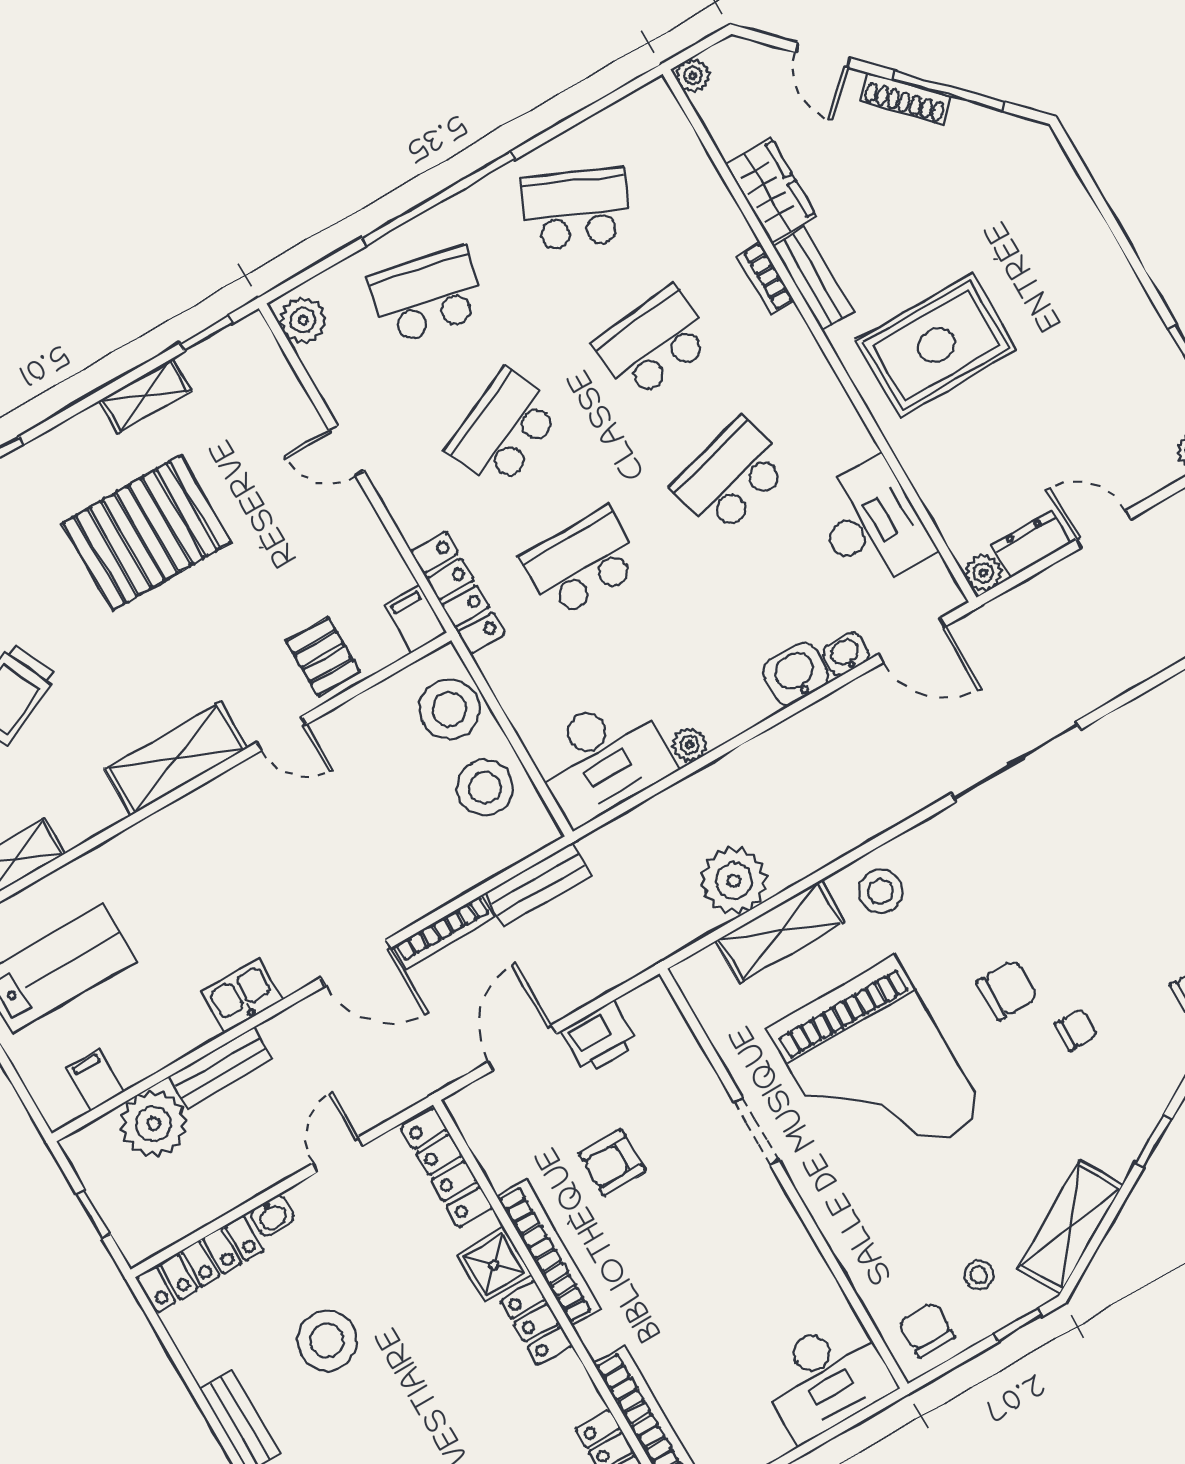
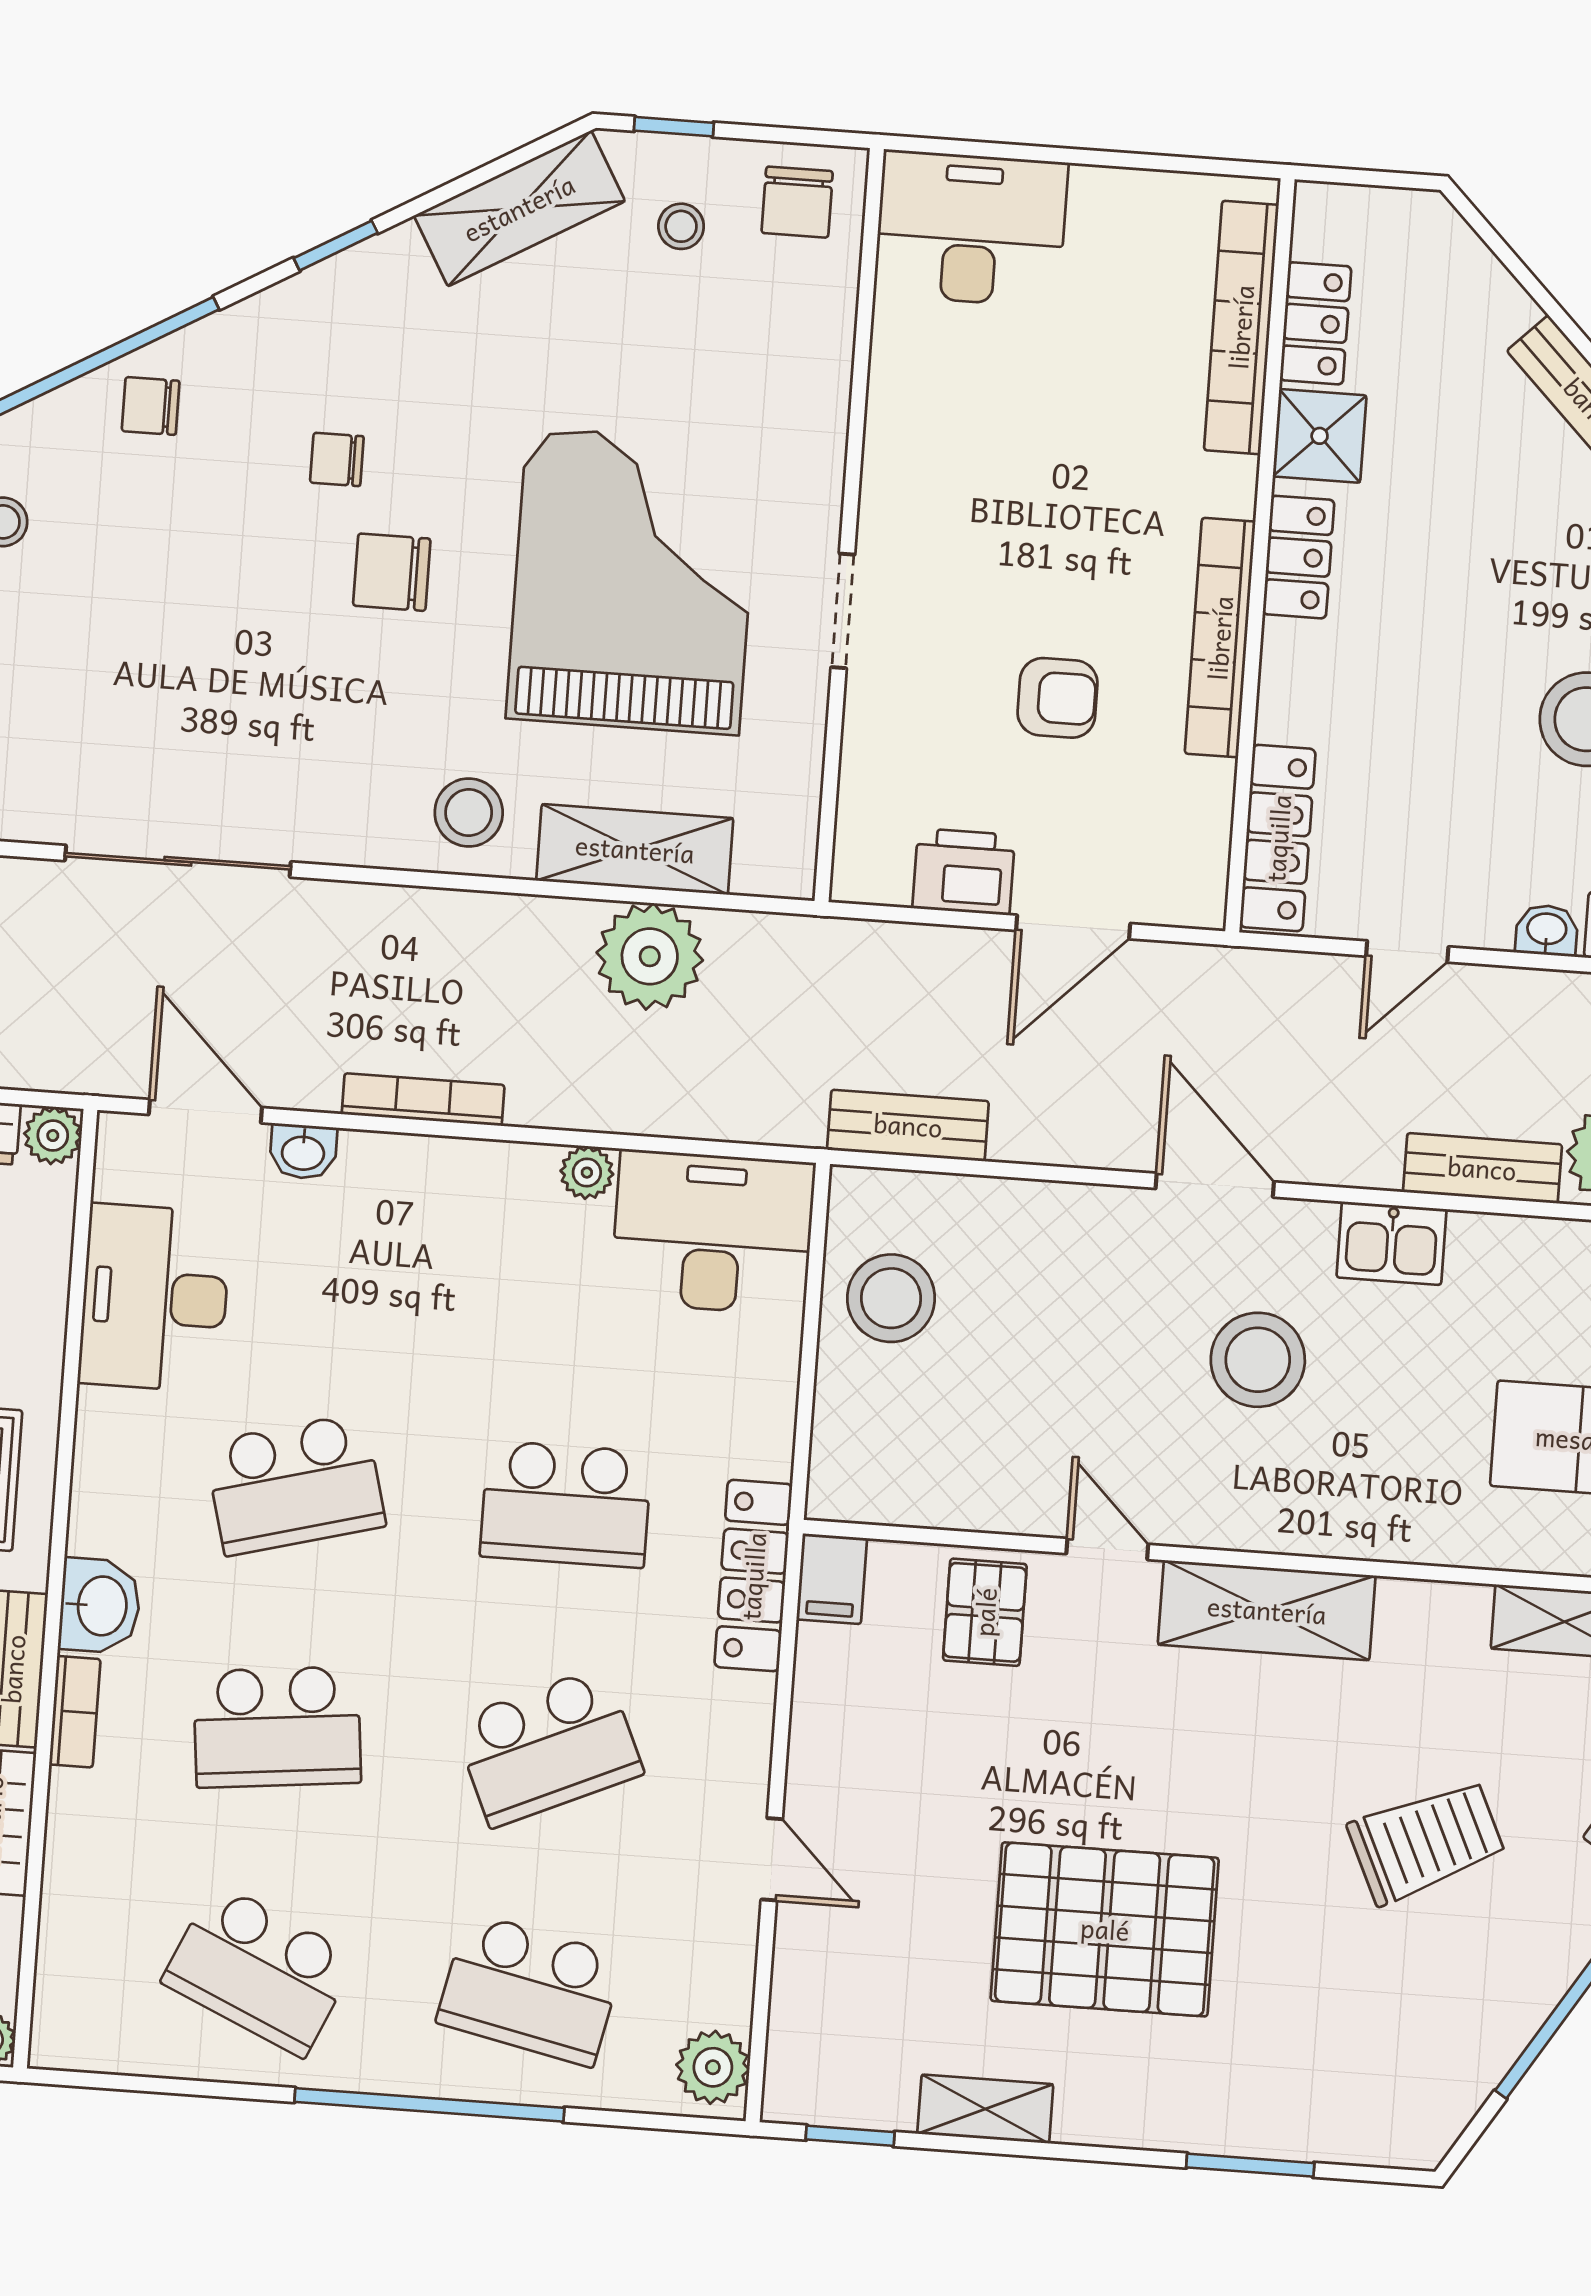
washbasin: (796, 674) -> (100, 1606), moved, turned -90
stool: (449, 709) -> (1258, 1360), moved
bookcase: (444, 932) -> (423, 1100), moved
shower: (494, 1265) -> (1320, 436), moved

